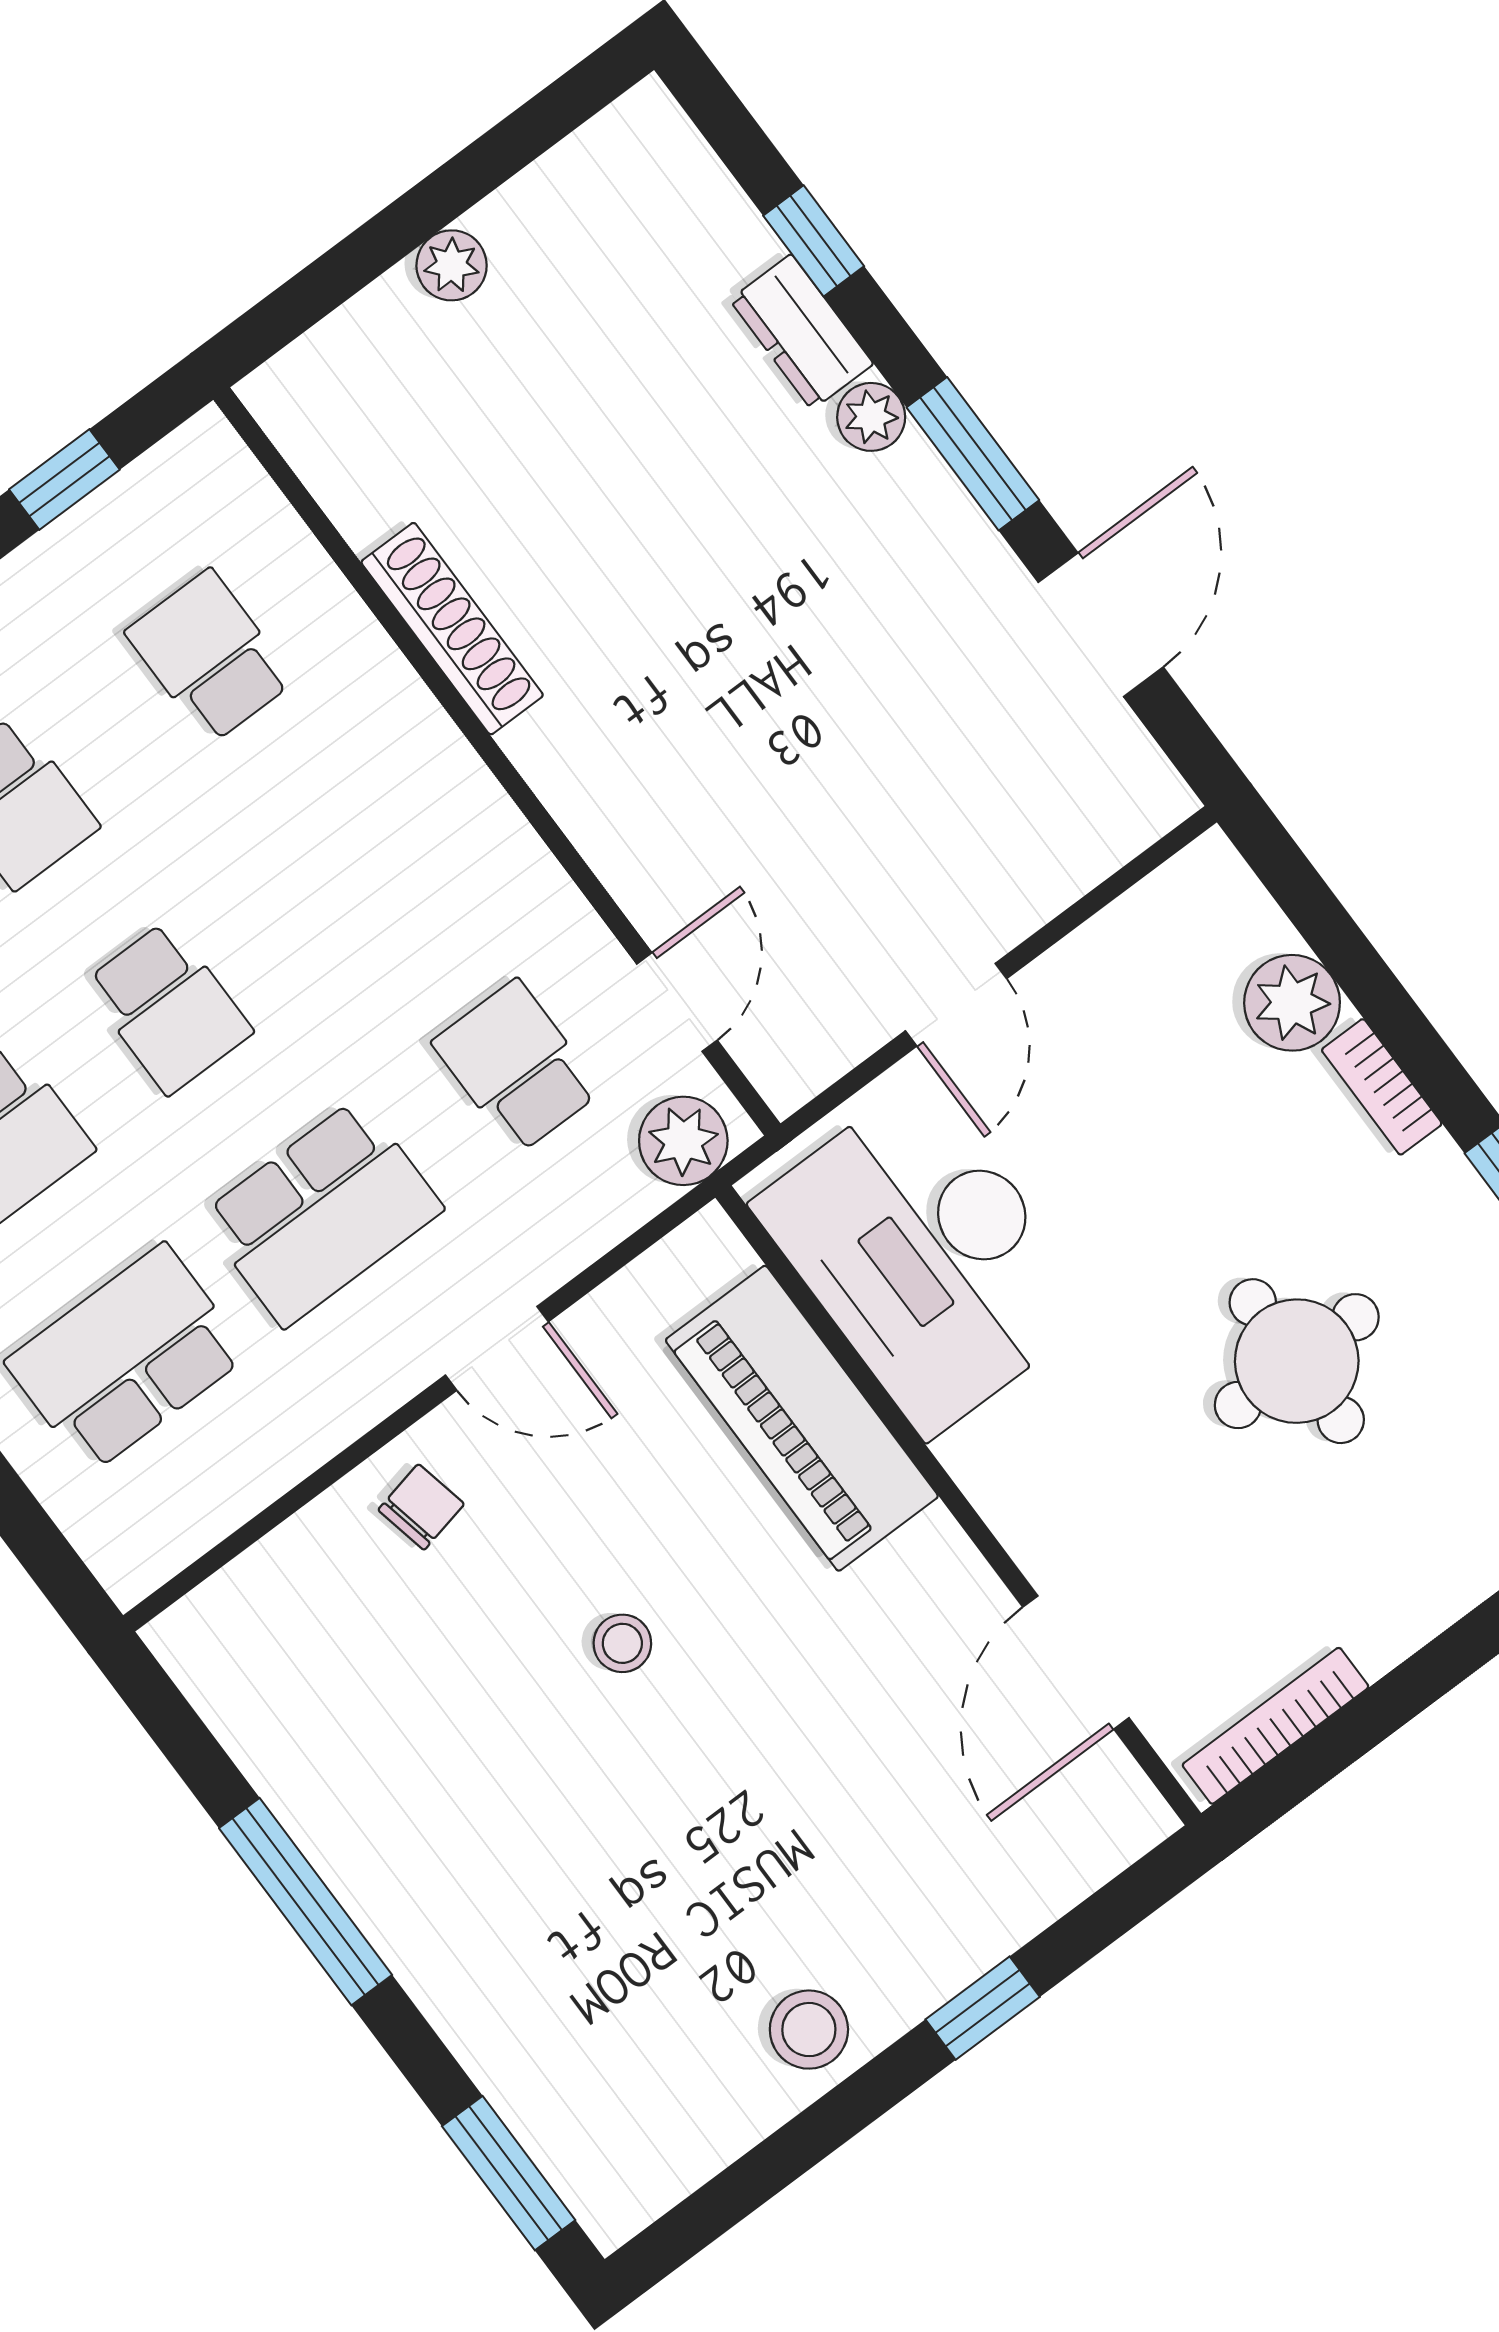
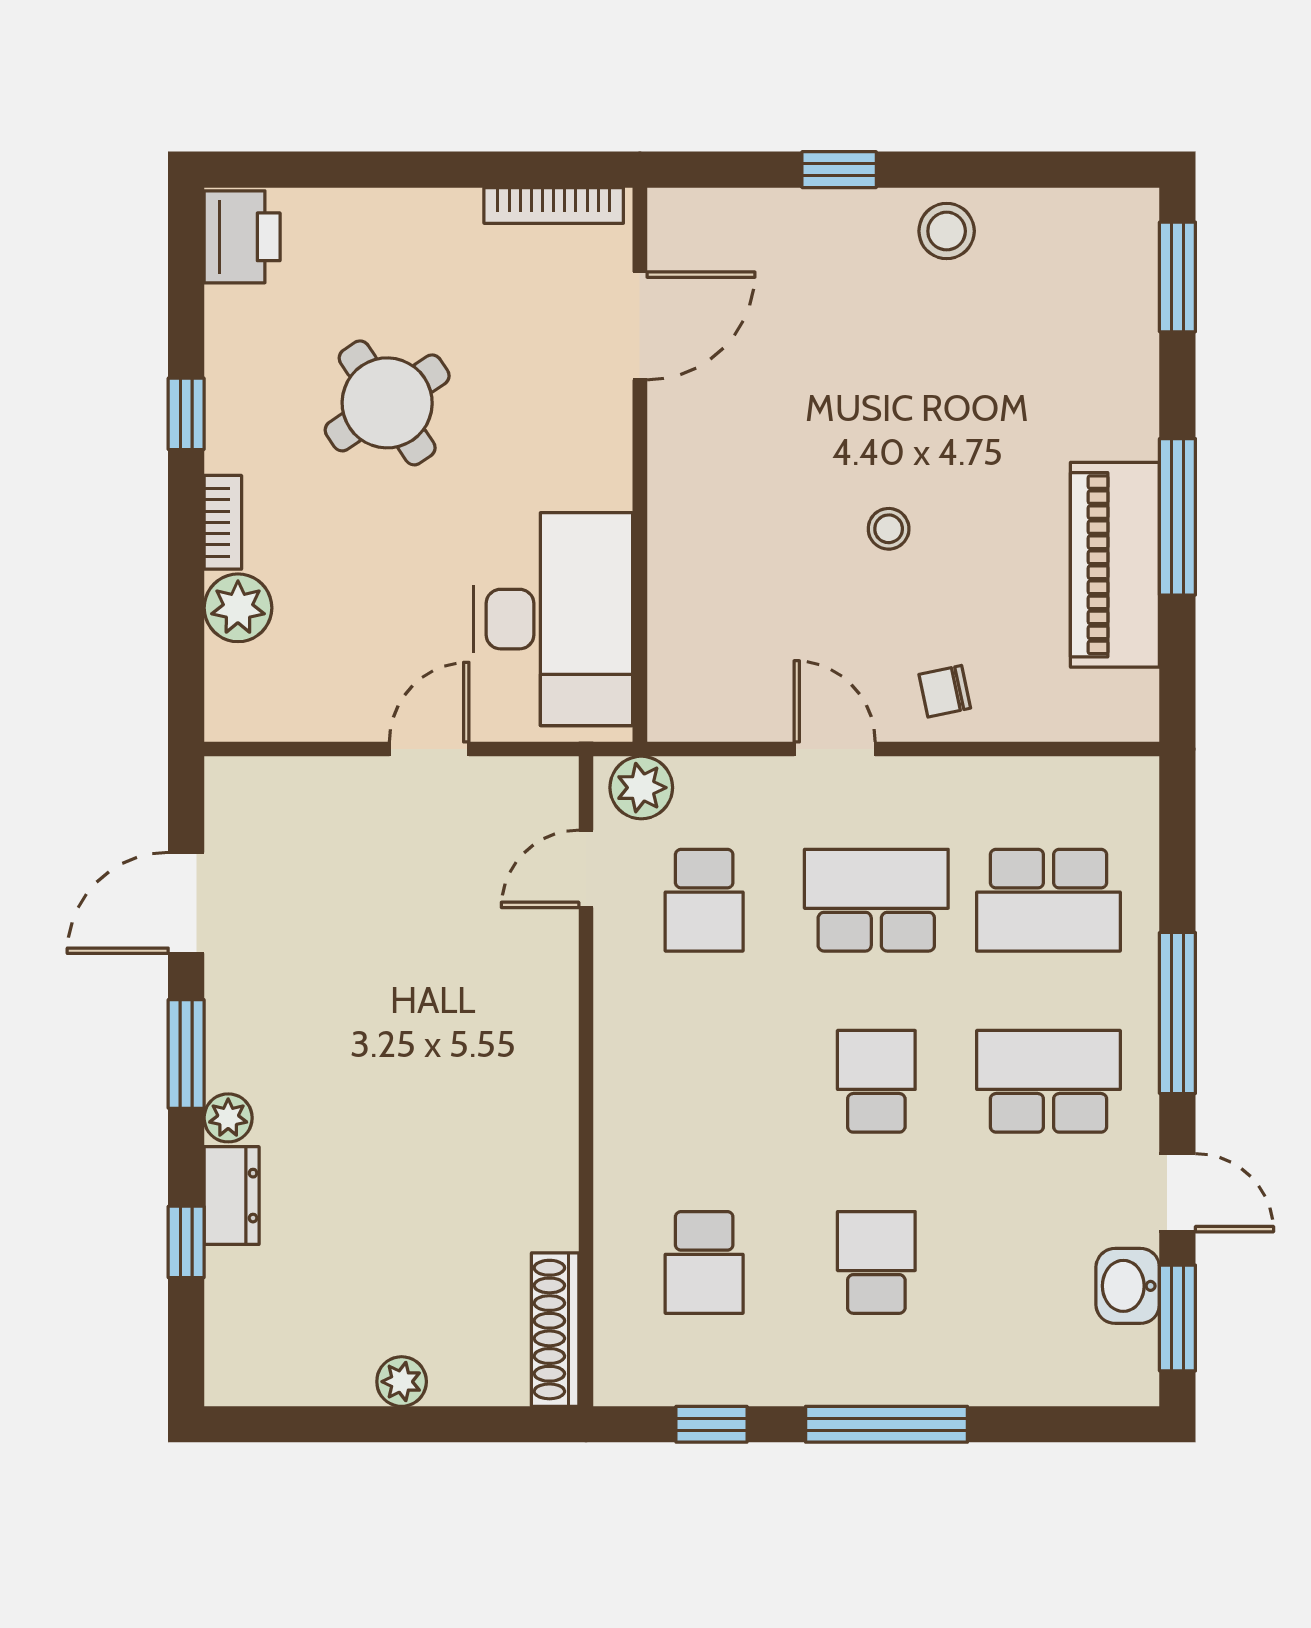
shoe rack: (452, 629) -> (555, 1330), moved
round table: (1297, 1361) -> (387, 403), turned -34
piano: (802, 1418) -> (1115, 565), moved, turned 180

